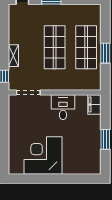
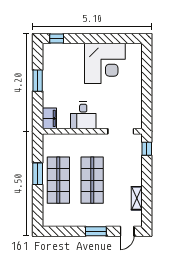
shelving: (13, 56) -> (137, 198), moved
window: (88, 179) -> (57, 38), added

